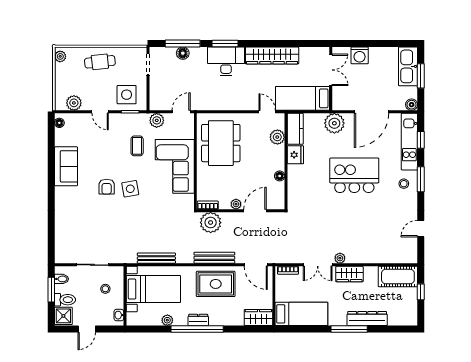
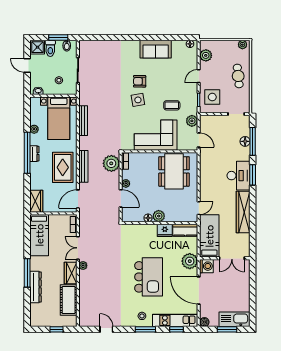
washing machine: (360, 55) -> (206, 266), moved, turned 180
plant: (277, 137) -> (159, 216), moved
dining table: (221, 143) -> (174, 171), turned 90
cot: (398, 277) -> (69, 300), moved

